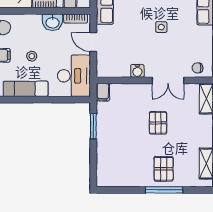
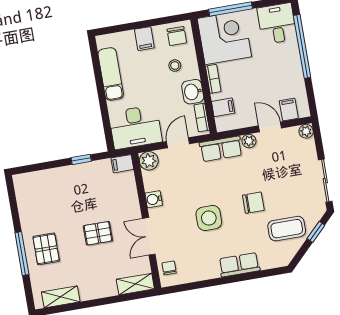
side table: (161, 27) -> (209, 218), width x1.87, depth x1.87
stool: (32, 56) -> (175, 66), moved
plant: (104, 69) -> (149, 161), added
window: (93, 126) -> (81, 159), width x0.67
pallet: (164, 169) -> (46, 249), turned 90

